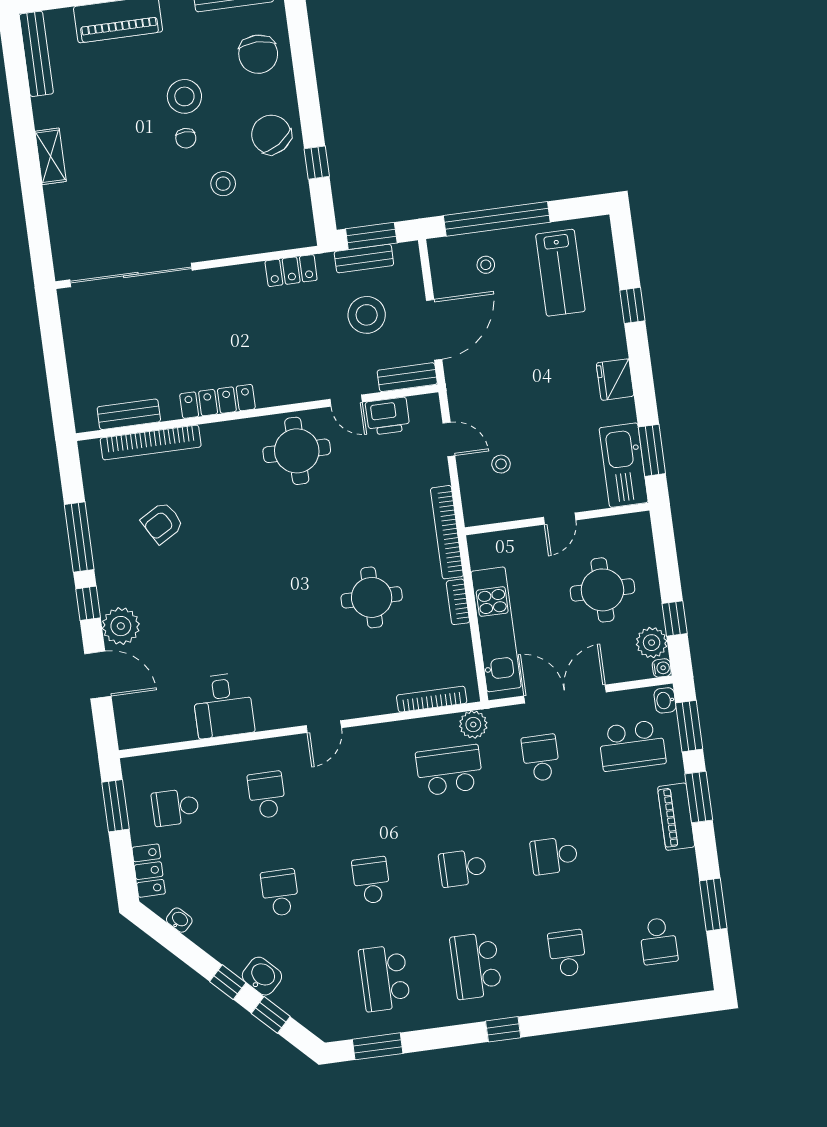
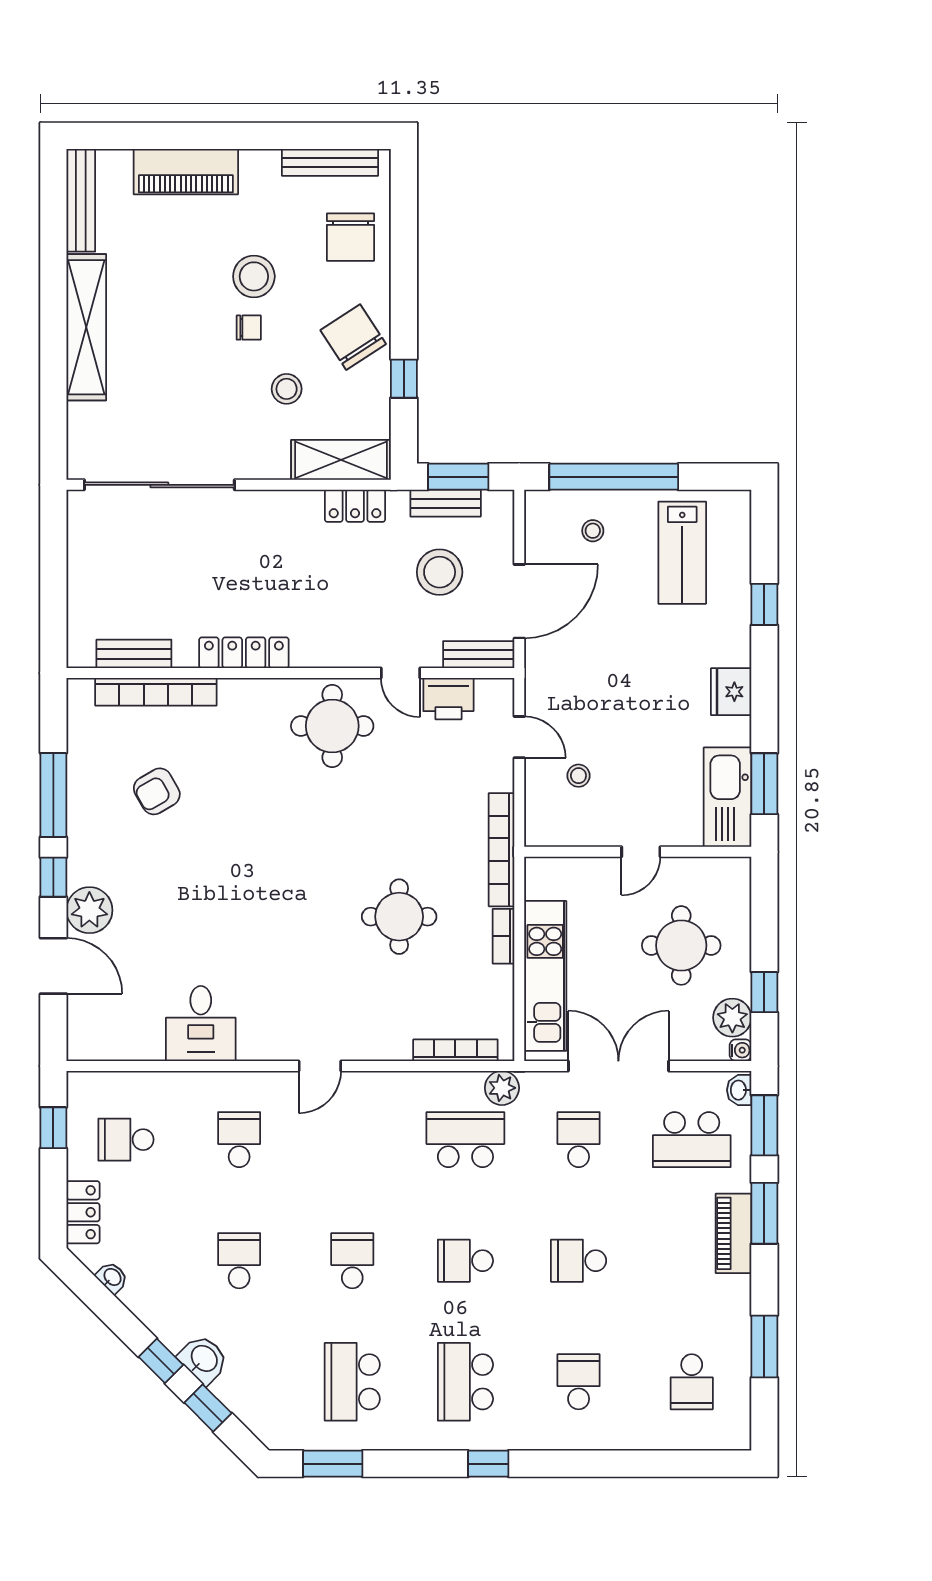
chair: (186, 138) -> (249, 328), turned -90
shelving: (51, 156) -> (86, 327), width x2.20, depth x1.33
shelving: (275, 235) -> (341, 460), added
window: (115, 806) -> (53, 1128), width x0.67

